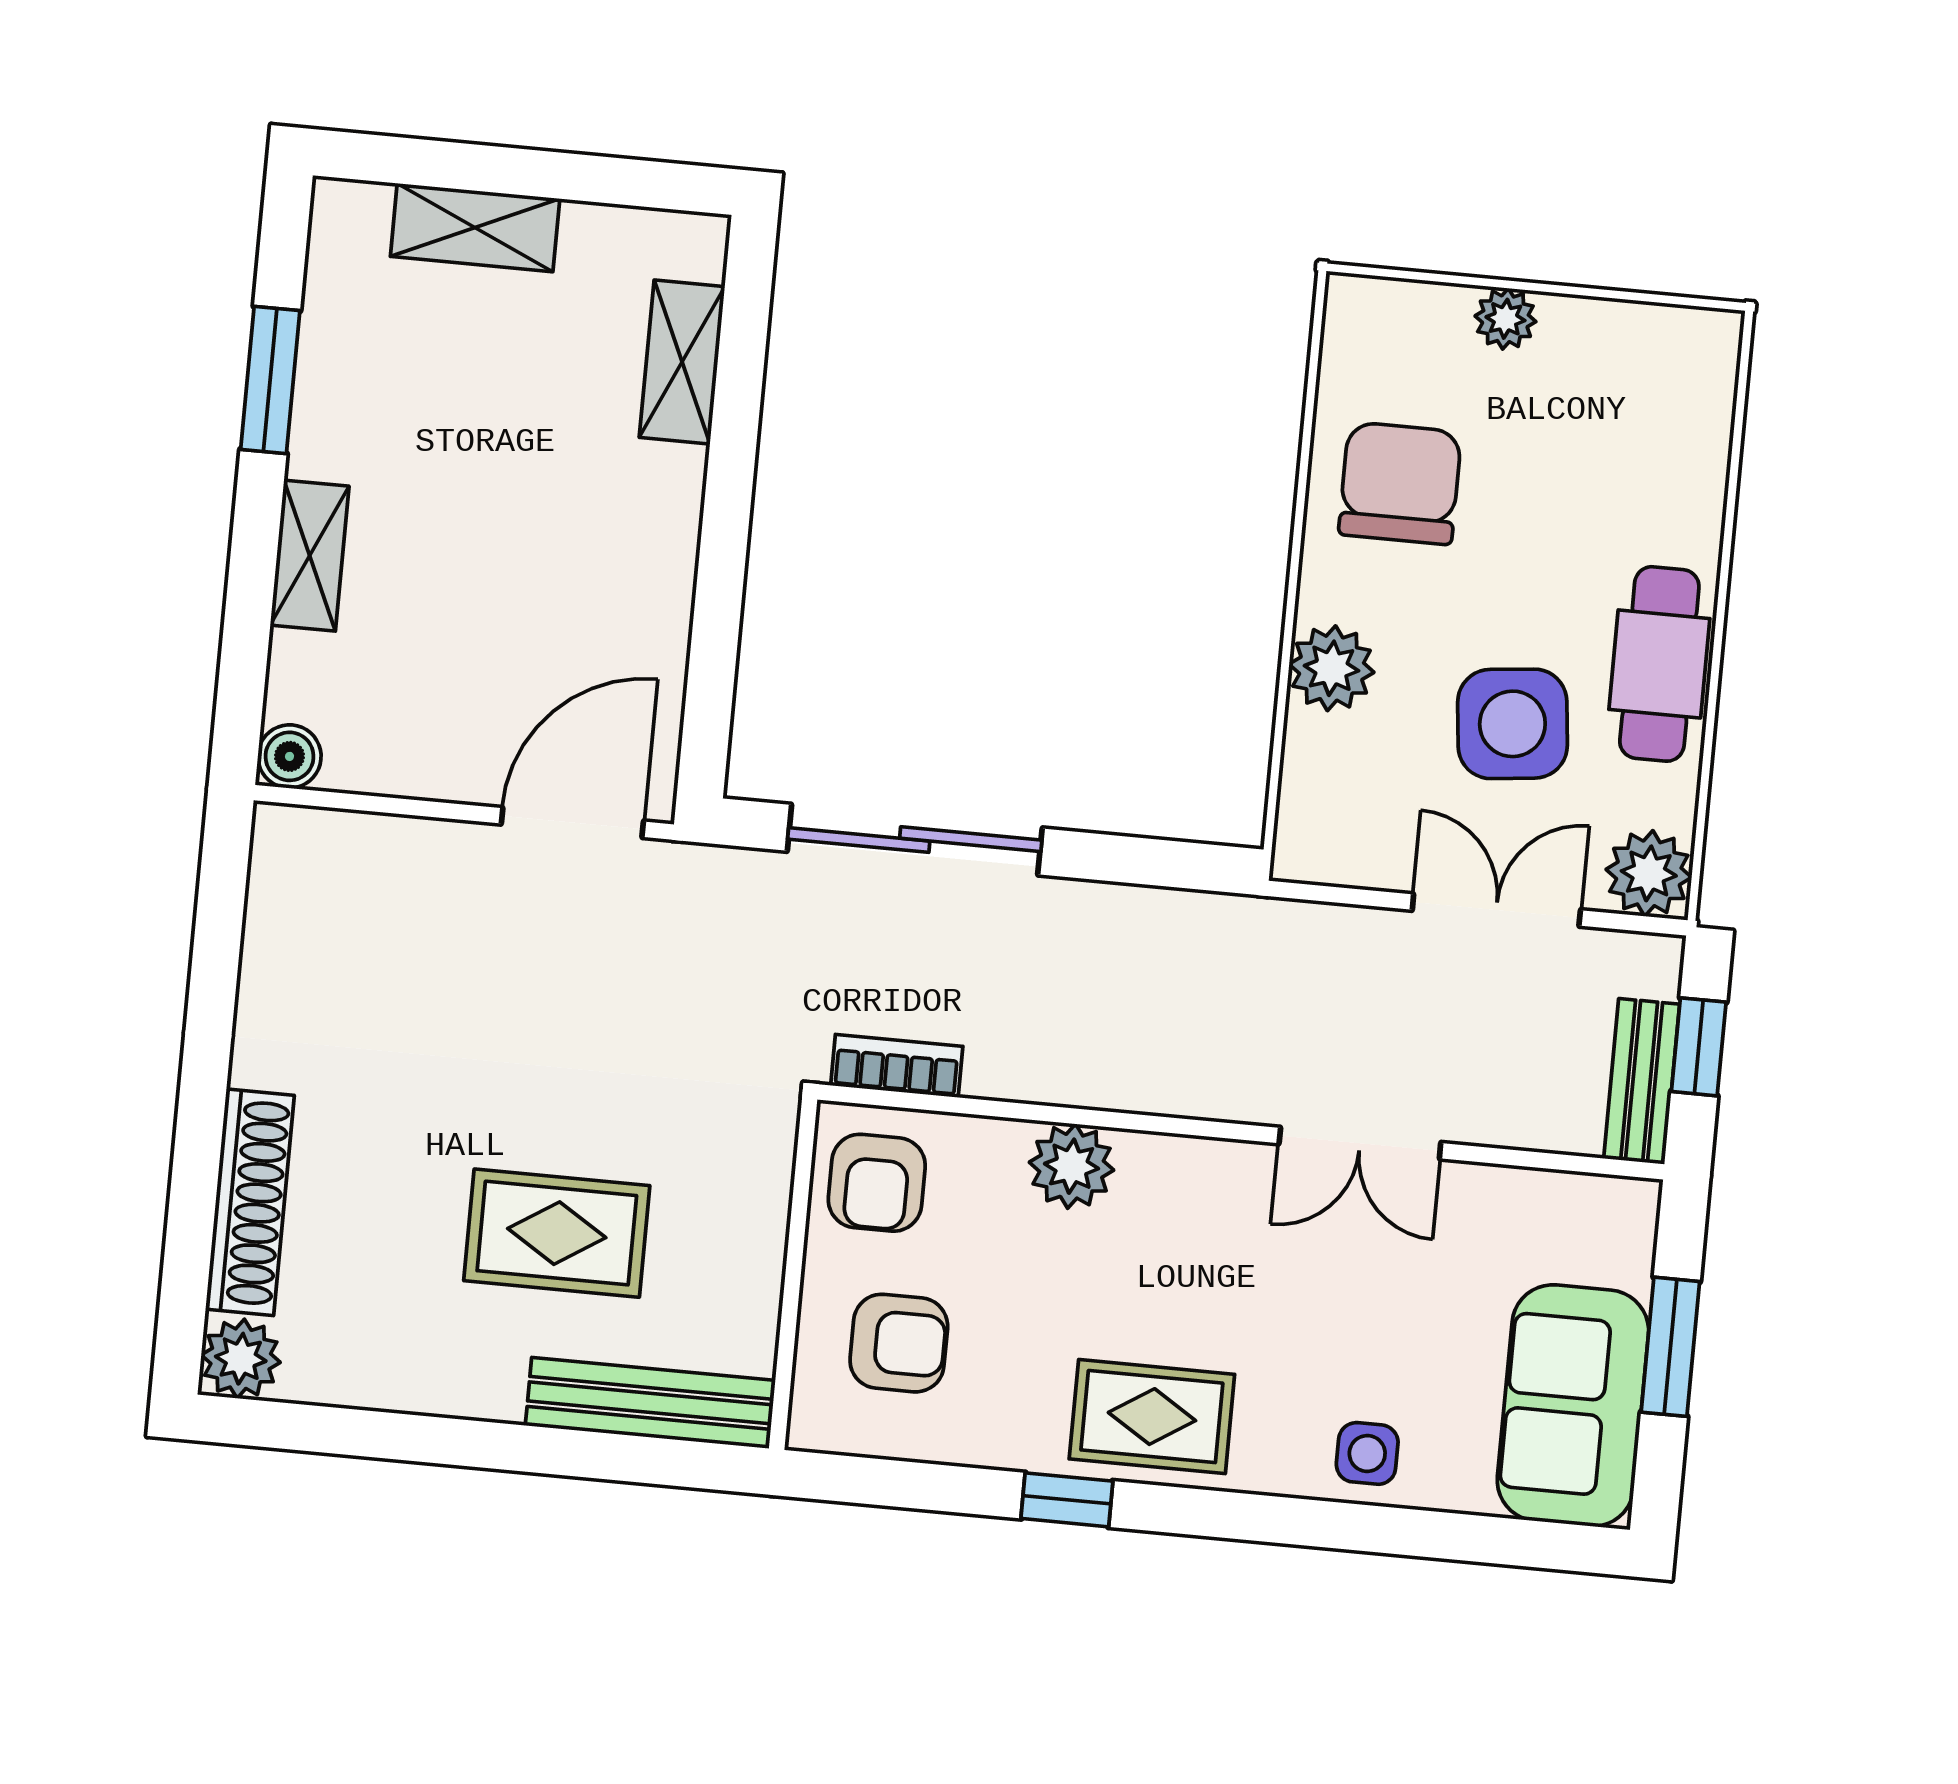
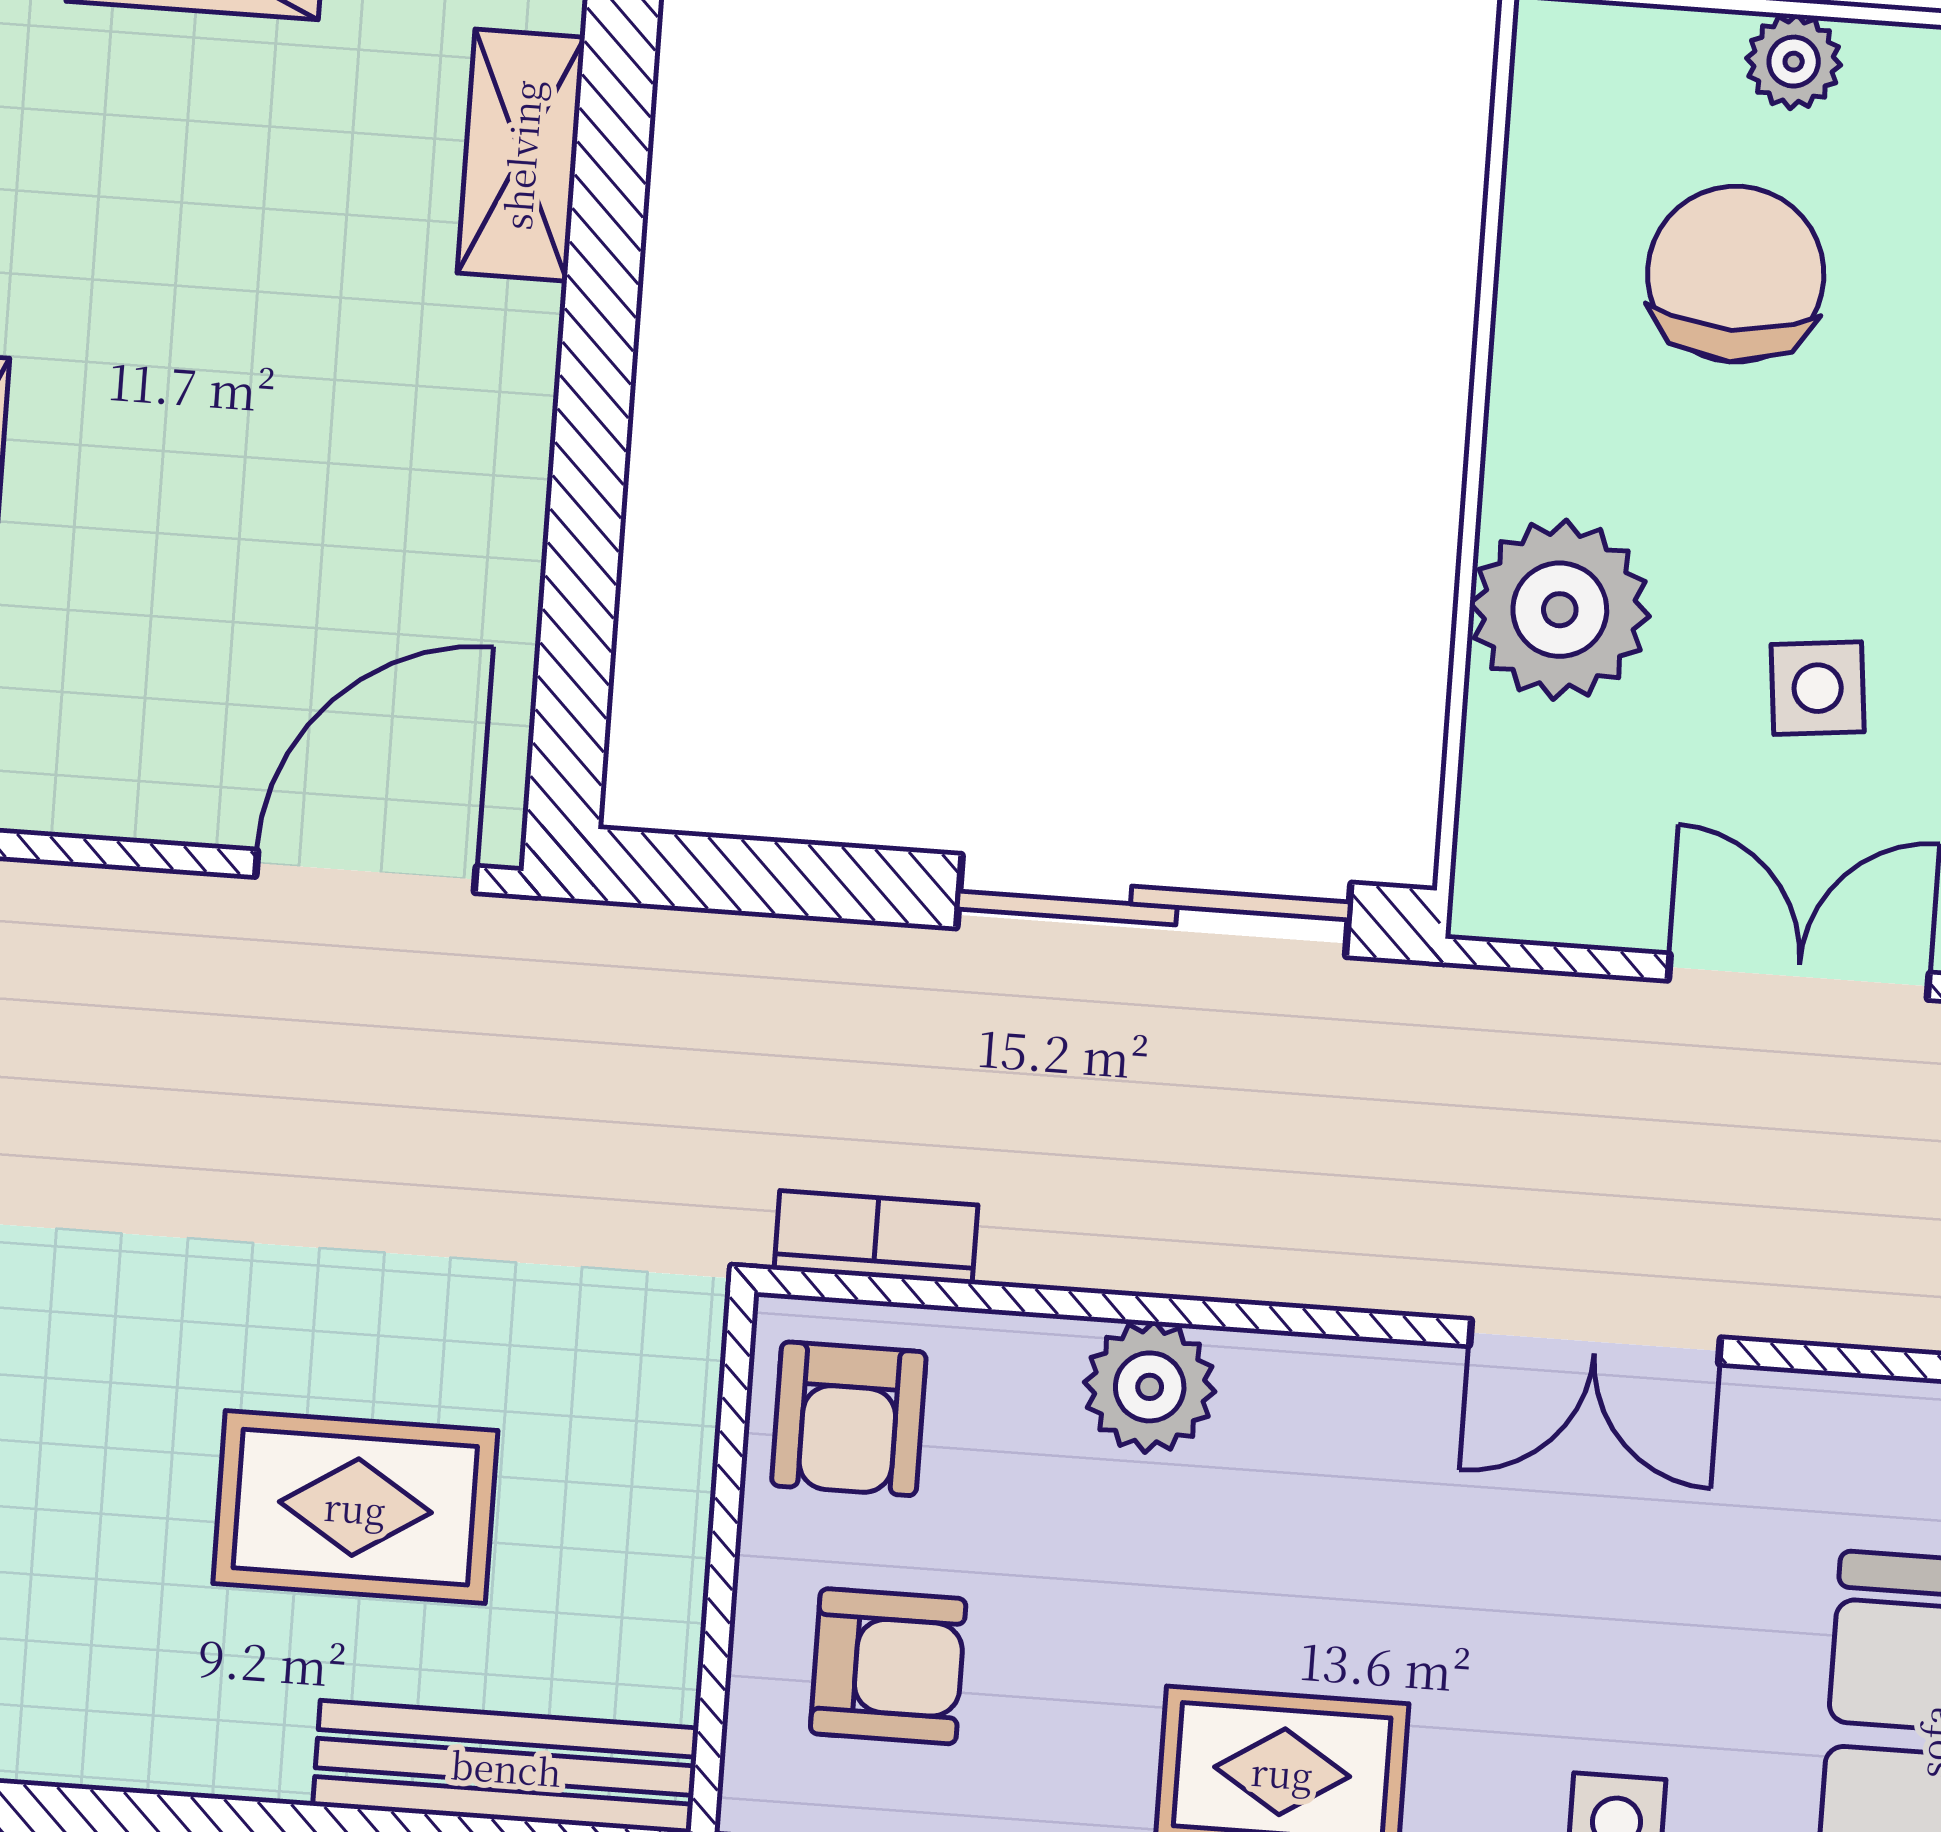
chair: (1400, 483) -> (1736, 274), moved
plant: (1332, 668) -> (1560, 610), width x1.36, depth x1.36
side table: (1512, 724) -> (1818, 688), width x0.54, depth x0.54
sliding door: (915, 840) -> (1154, 906), moved

